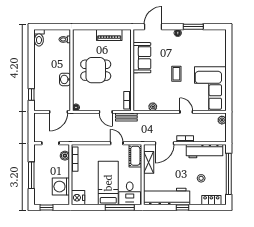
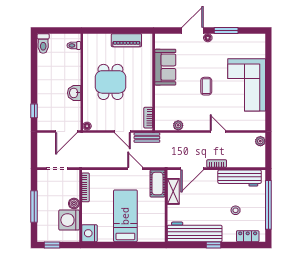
door: (153, 27) -> (192, 30), moved
dining table: (96, 70) -> (110, 82), turned 90
corner sofa: (210, 89) -> (247, 85), moved
boiler: (65, 156) -> (74, 204), moved
desk: (130, 193) -> (151, 228), removed
window: (120, 208) -> (139, 245), removed

